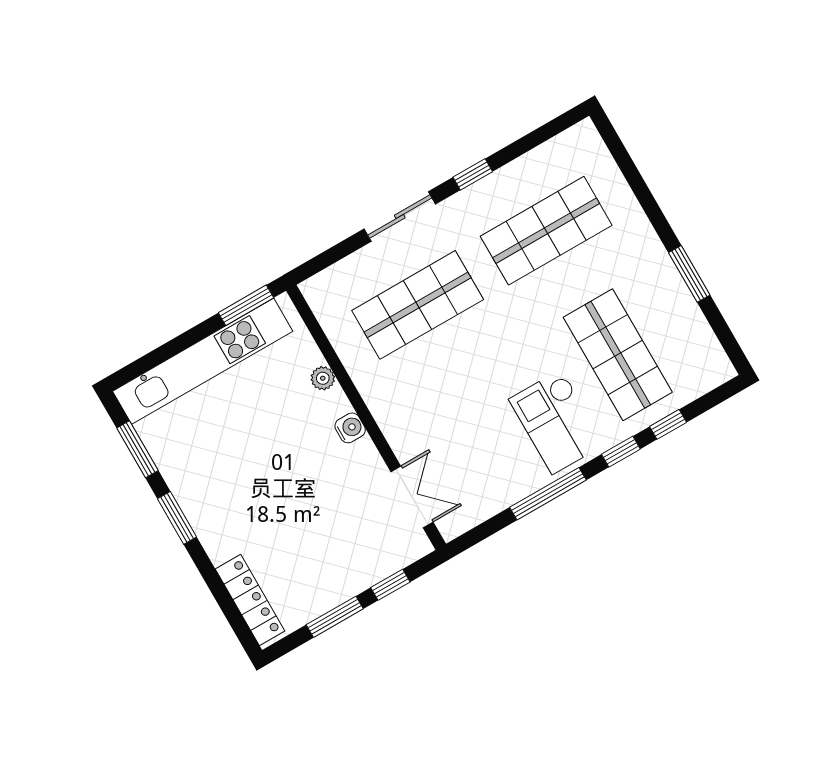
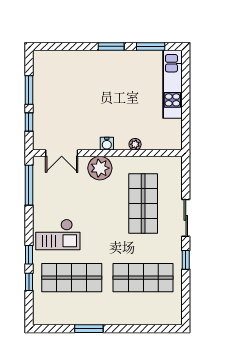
shop shelf: (546, 231) -> (143, 278), turned 90
window: (246, 305) -> (186, 129), removed
kitchen unit: (203, 361) -> (172, 84), width x0.73
plant: (399, 415) -> (100, 168), added
checkout: (557, 422) -> (58, 235), turned 180
window: (548, 494) -> (29, 185), moved
locker: (250, 600) -> (57, 58), removed

